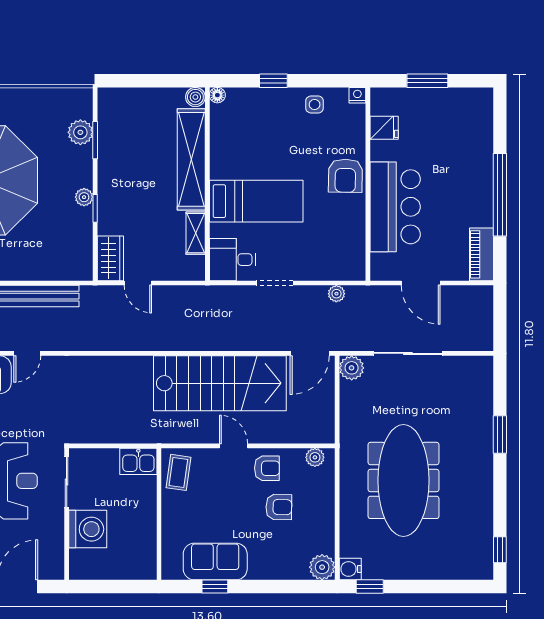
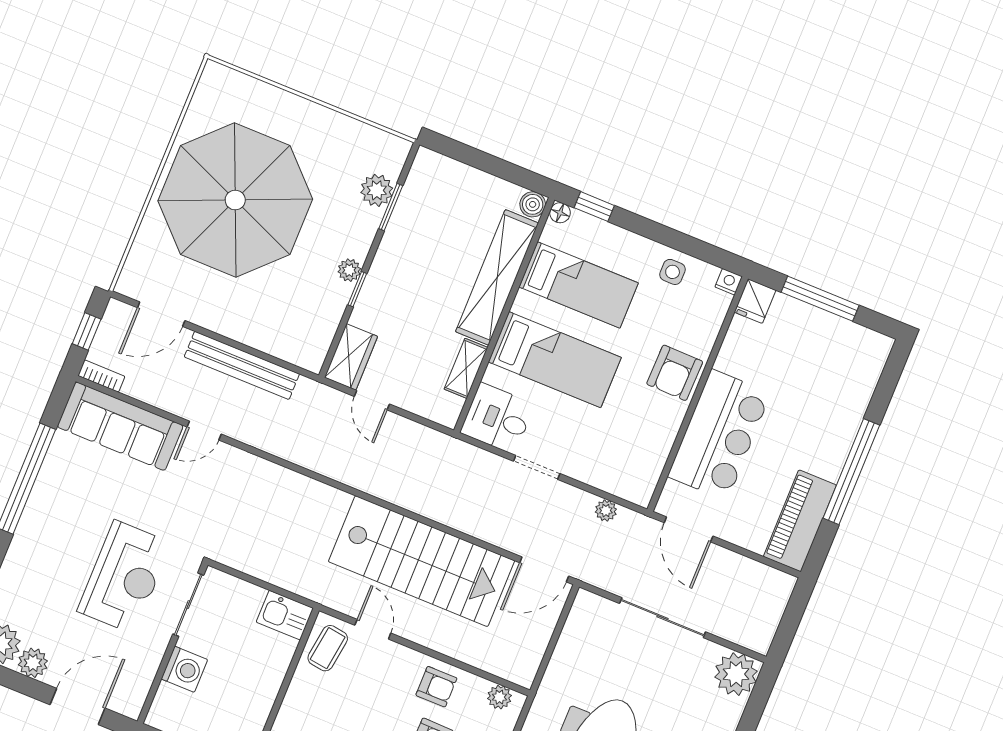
window: (273, 81) -> (594, 207), moved
window: (427, 81) -> (820, 299), width x1.44
fridge: (384, 128) -> (755, 301), moved, turned 90
bed: (252, 141) -> (579, 285), added
piano: (481, 254) -> (800, 521), width x1.37, depth x1.33
door: (421, 283) -> (689, 529), moved
plant: (352, 368) -> (736, 674), moved, width x1.36, depth x1.36
door: (234, 446) -> (373, 629), moved
washing machine: (88, 529) -> (184, 669), width x0.73, depth x0.73

